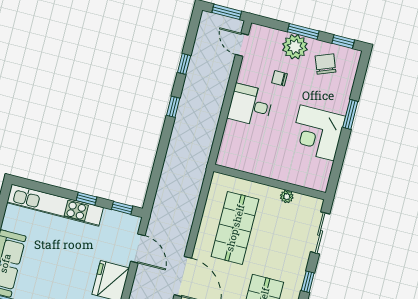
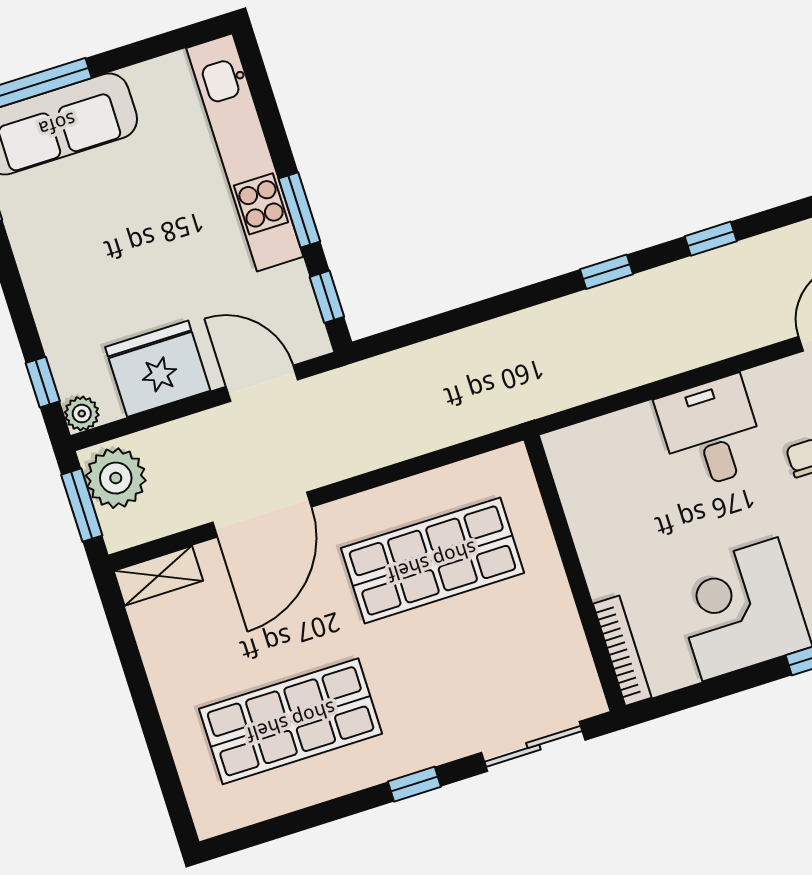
bookcase: (306, 182) -> (622, 651), added
plant: (287, 197) -> (566, 628), removed
window: (86, 199) -> (299, 210), width x1.50
door: (138, 248) -> (262, 383), swing flipped

